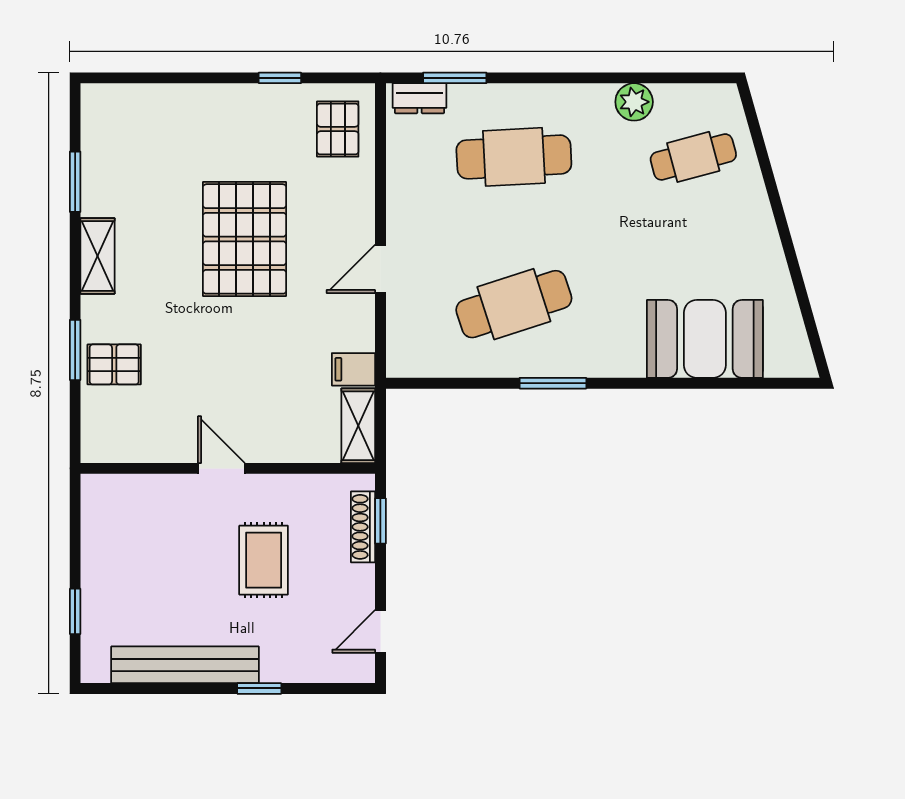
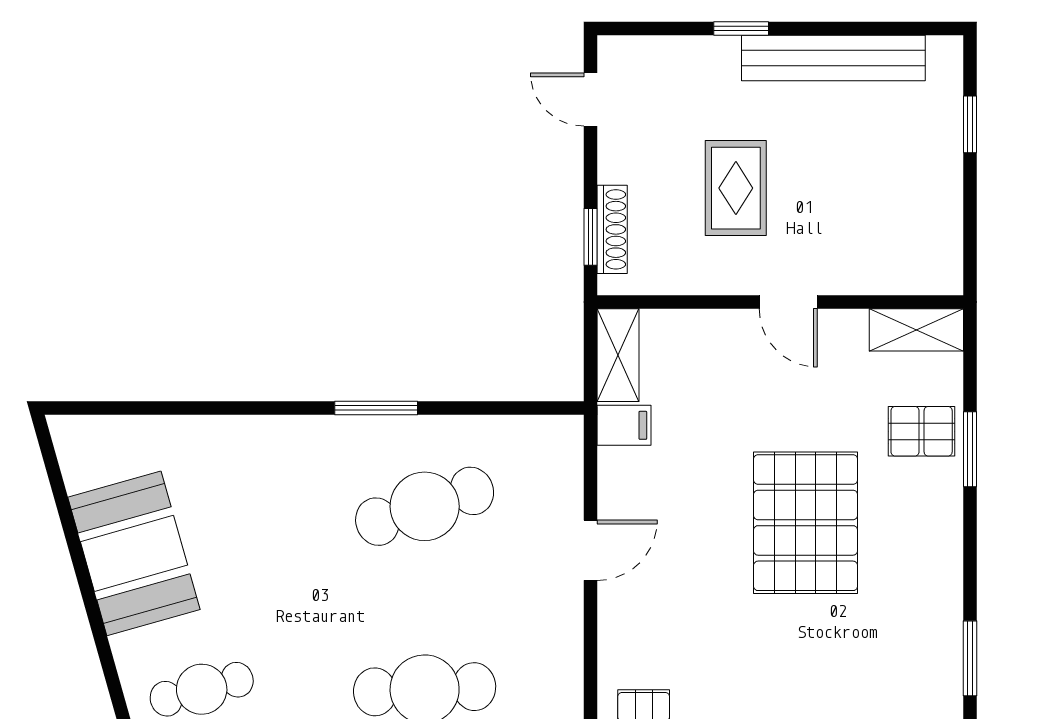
pallet: (245, 239) -> (806, 523), moved
shelving: (98, 256) -> (916, 330), moved, turned 90
booth: (705, 339) -> (134, 553), moved, turned 74
door: (380, 631) -> (591, 100), swing flipped

